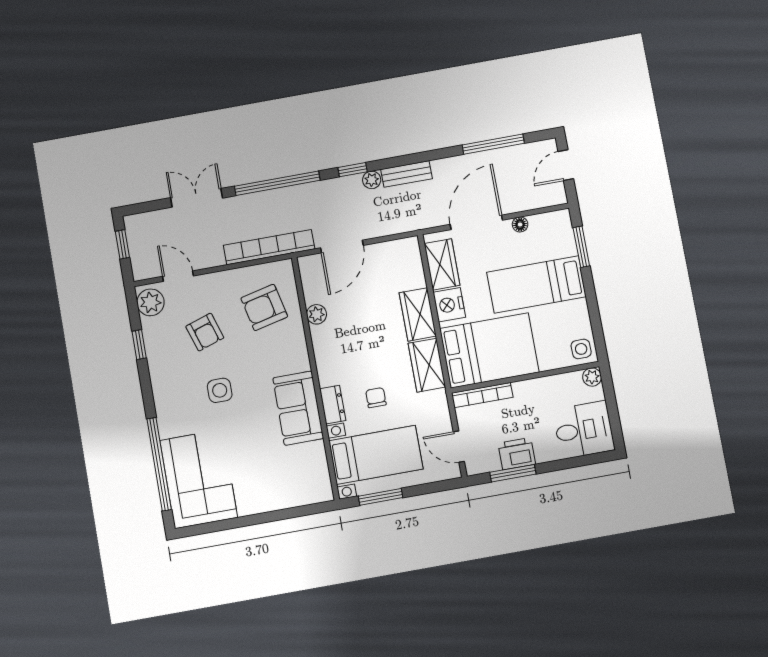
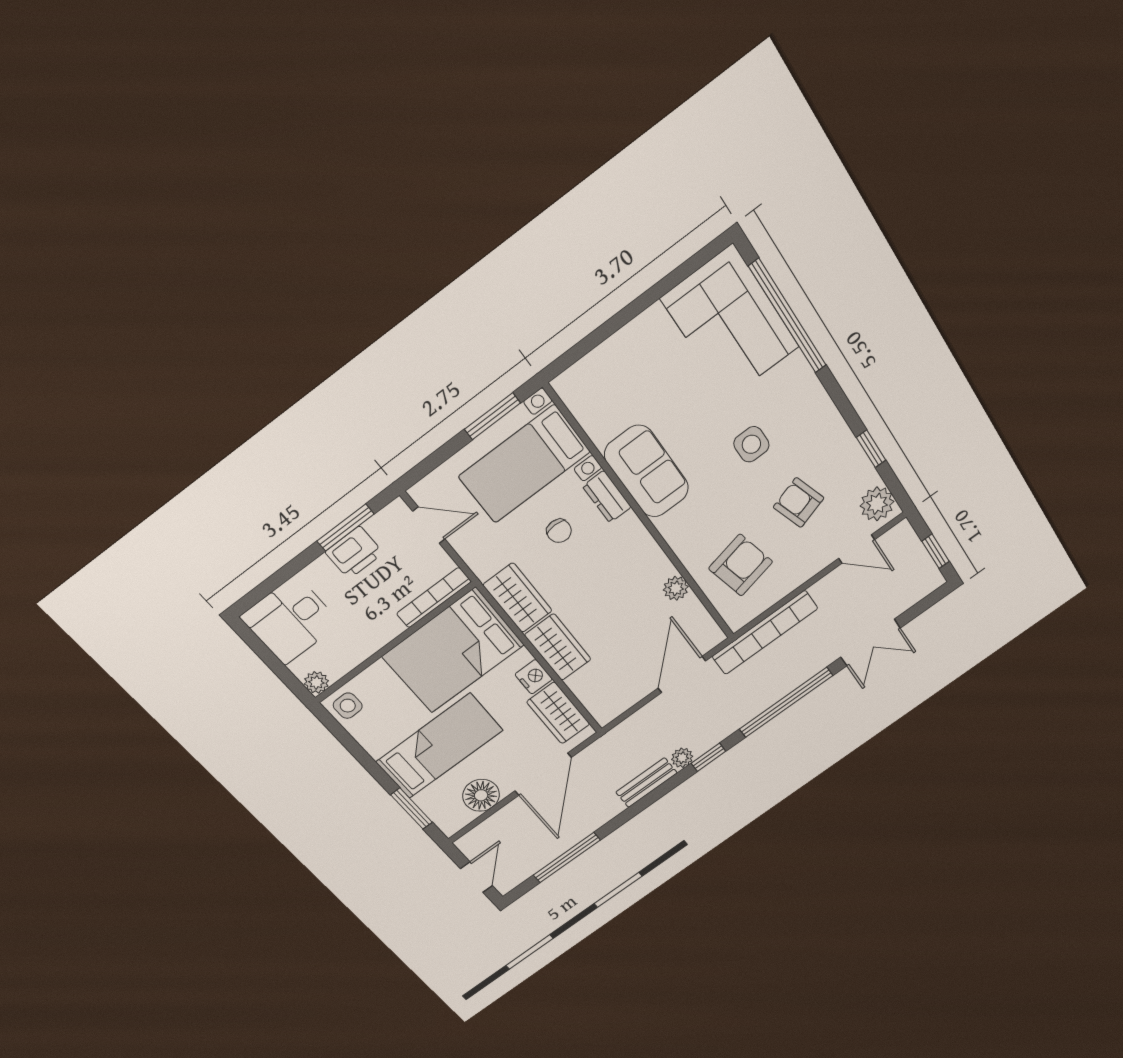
floor lamp: (520, 224) -> (481, 795), width x1.89, depth x1.89
nightstand: (449, 305) -> (534, 677), width x0.74, depth x0.75

